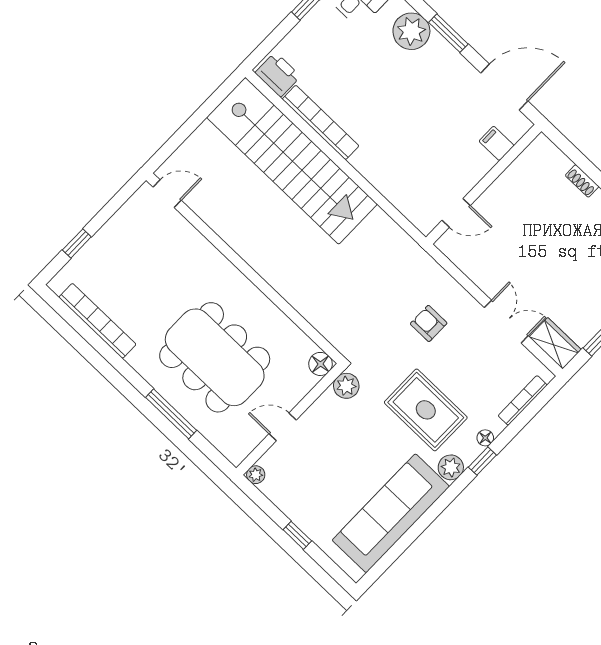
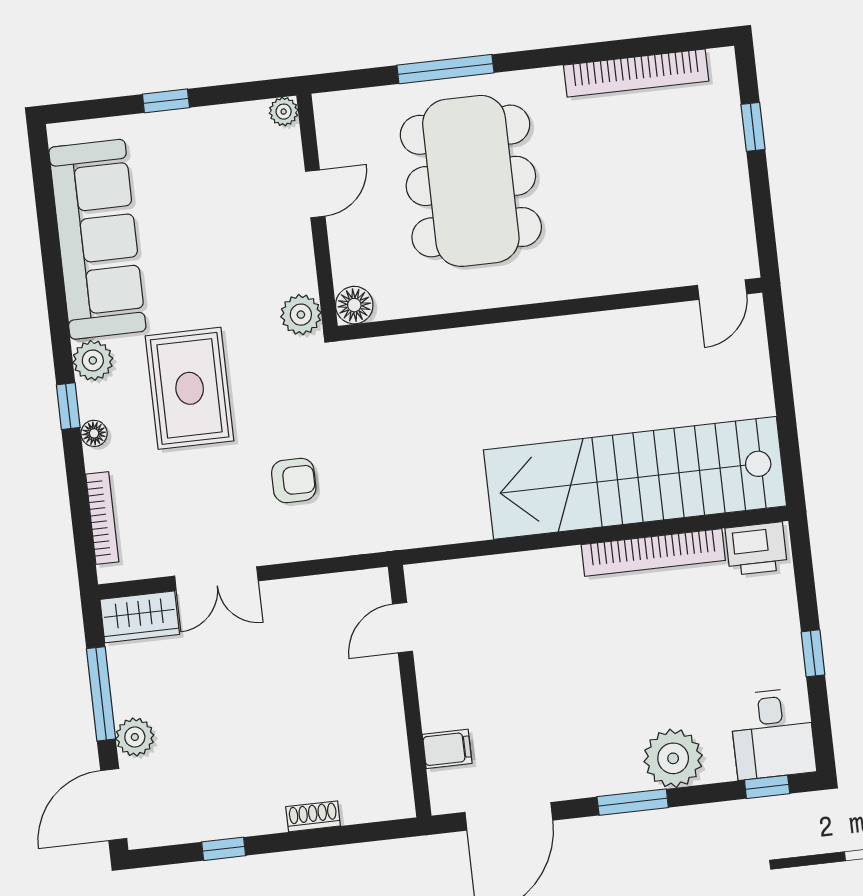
dining table: (215, 357) -> (471, 181), turned 90
rug: (426, 410) -> (190, 388), turned 90

